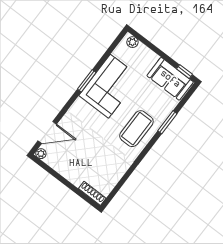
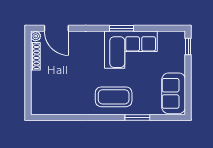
plant: (132, 42) -> (180, 41), removed
window: (185, 72) -> (188, 46), moved
shoe rack: (92, 193) -> (35, 56), moved

